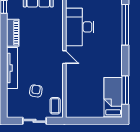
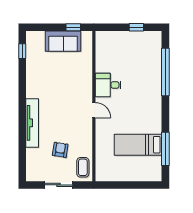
desk: (80, 27) -> (108, 85), width x0.53, depth x0.77
piano: (13, 33) -> (33, 82), removed
bed: (113, 98) -> (138, 145), moved, turned -90

